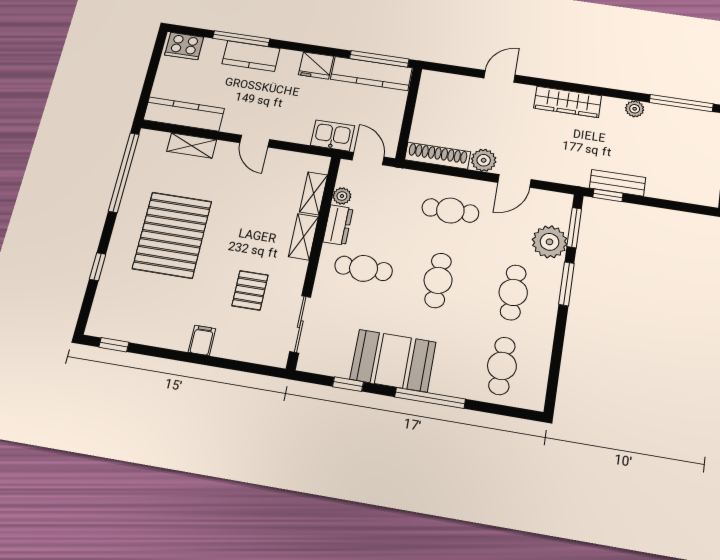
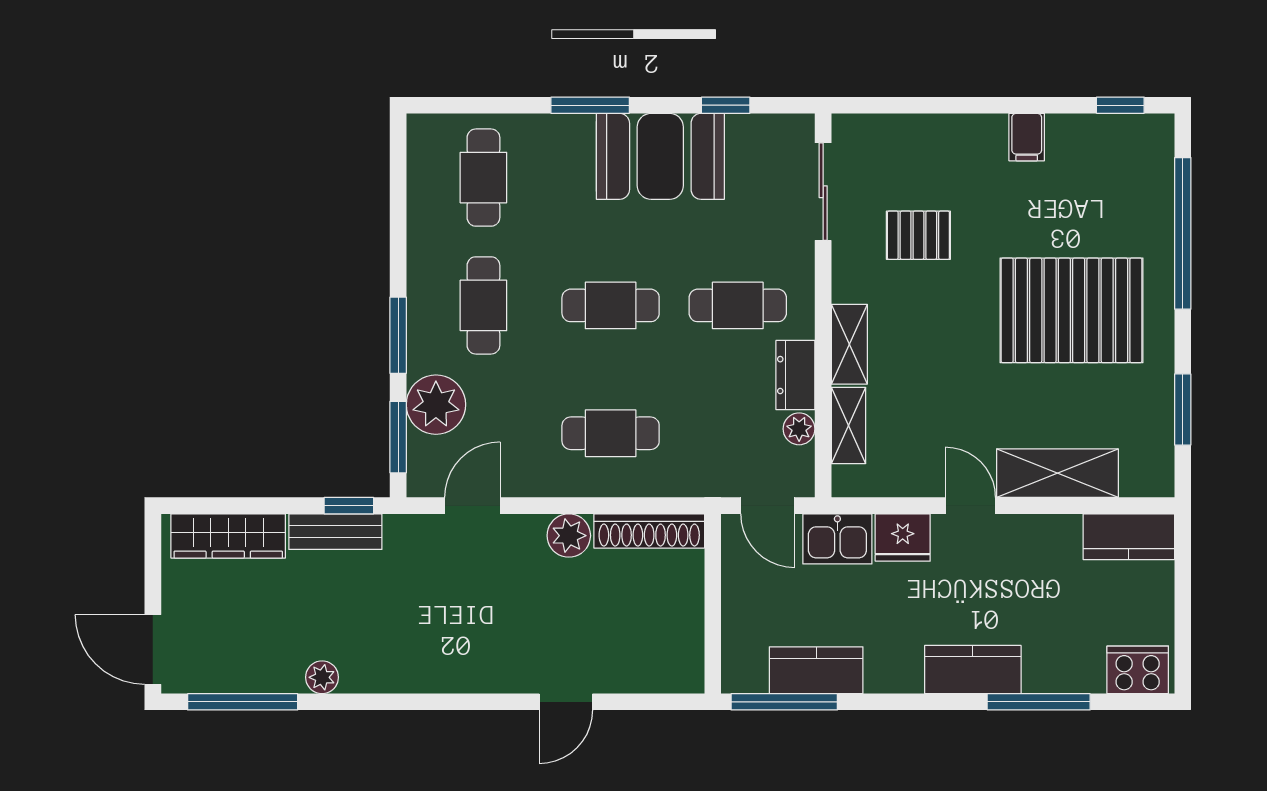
kitchen counter: (251, 56) -> (973, 670), moved
fridge: (316, 65) -> (903, 538), moved, turned 180
kitchen counter: (371, 74) -> (816, 670), width x0.67
wardrobe: (568, 102) -> (228, 536), moved, turned 180
kitchen counter: (184, 114) -> (1129, 537), width x0.67
shelving: (192, 146) -> (1057, 473), width x1.50, depth x1.33
window: (124, 172) -> (1183, 410), width x0.47
door: (514, 181) -> (472, 506), moved
pallet: (172, 235) -> (1071, 310), turned 90
window: (98, 267) -> (1183, 233), width x3.17
cafe table: (438, 280) -> (611, 305), turned 90
pallet: (250, 290) -> (918, 235), turned 90
filing cabinet: (202, 340) -> (1027, 137), moved
window: (430, 398) -> (590, 105), width x0.69

